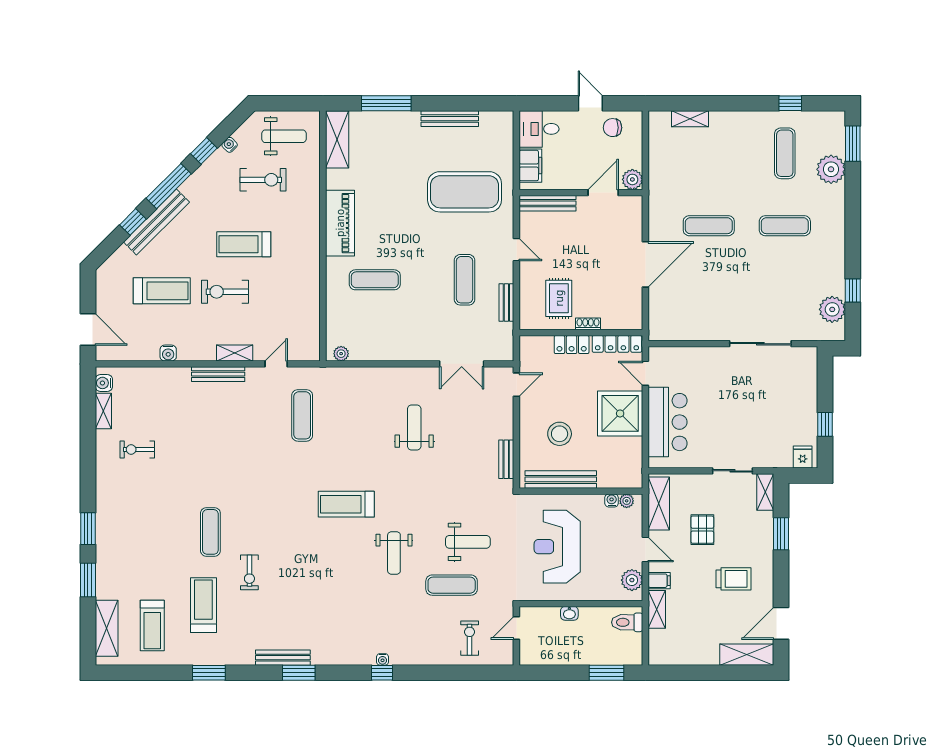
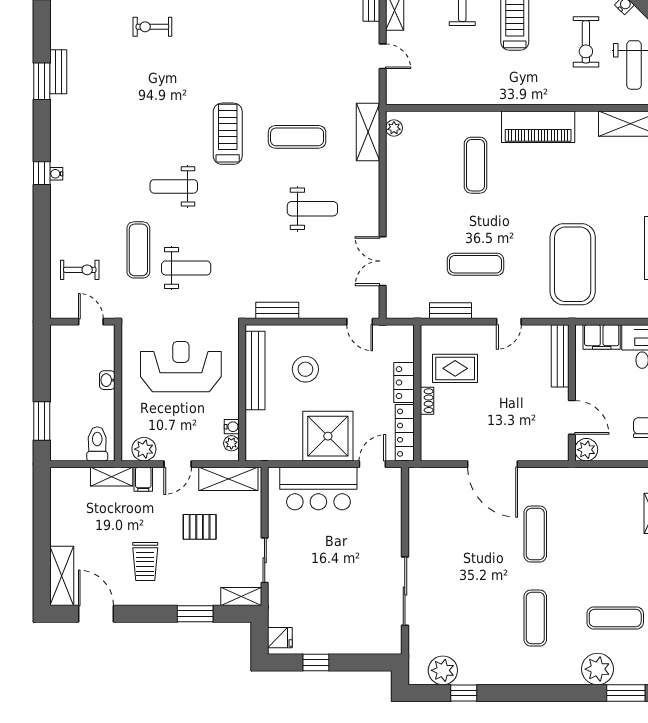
shelving: (345, 377) -> (368, 132), added
exercise mat: (302, 415) -> (297, 137), moved
weight bench: (468, 542) -> (186, 268), turned -90
bench: (283, 658) -> (58, 72), width x0.73

